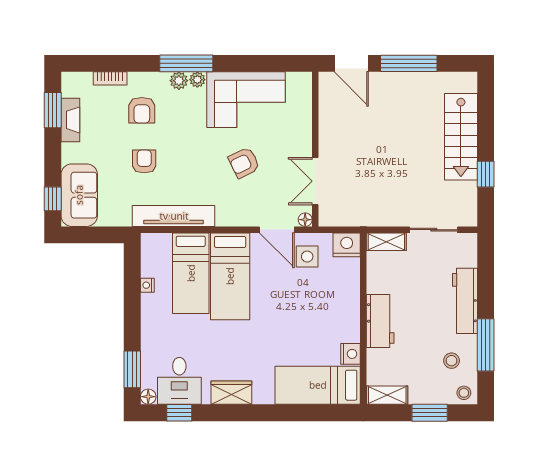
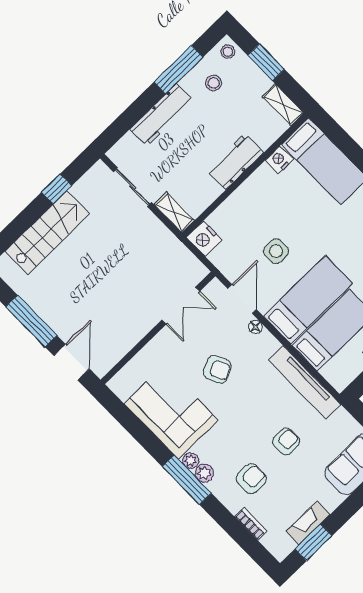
armchair: (144, 161) -> (286, 441), turned 180
floor lamp: (305, 220) -> (256, 327), moved
side table: (307, 257) -> (276, 251), moved

